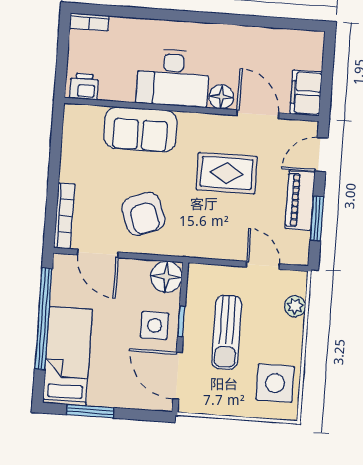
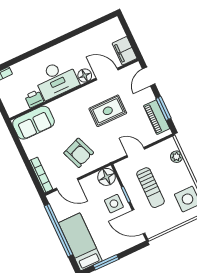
printer: (84, 87) -> (34, 99), moved
sofa: (140, 129) -> (33, 123), moved
piano: (300, 200) -> (157, 117), moved
door: (263, 265) -> (136, 152), moved

